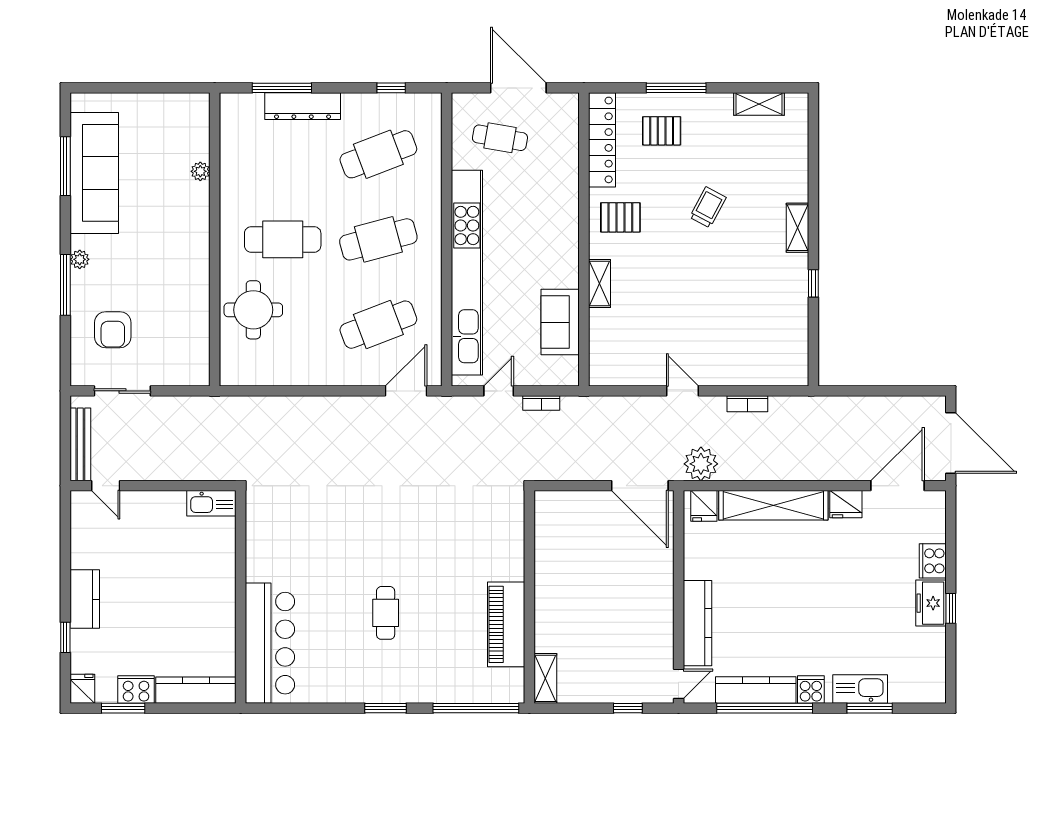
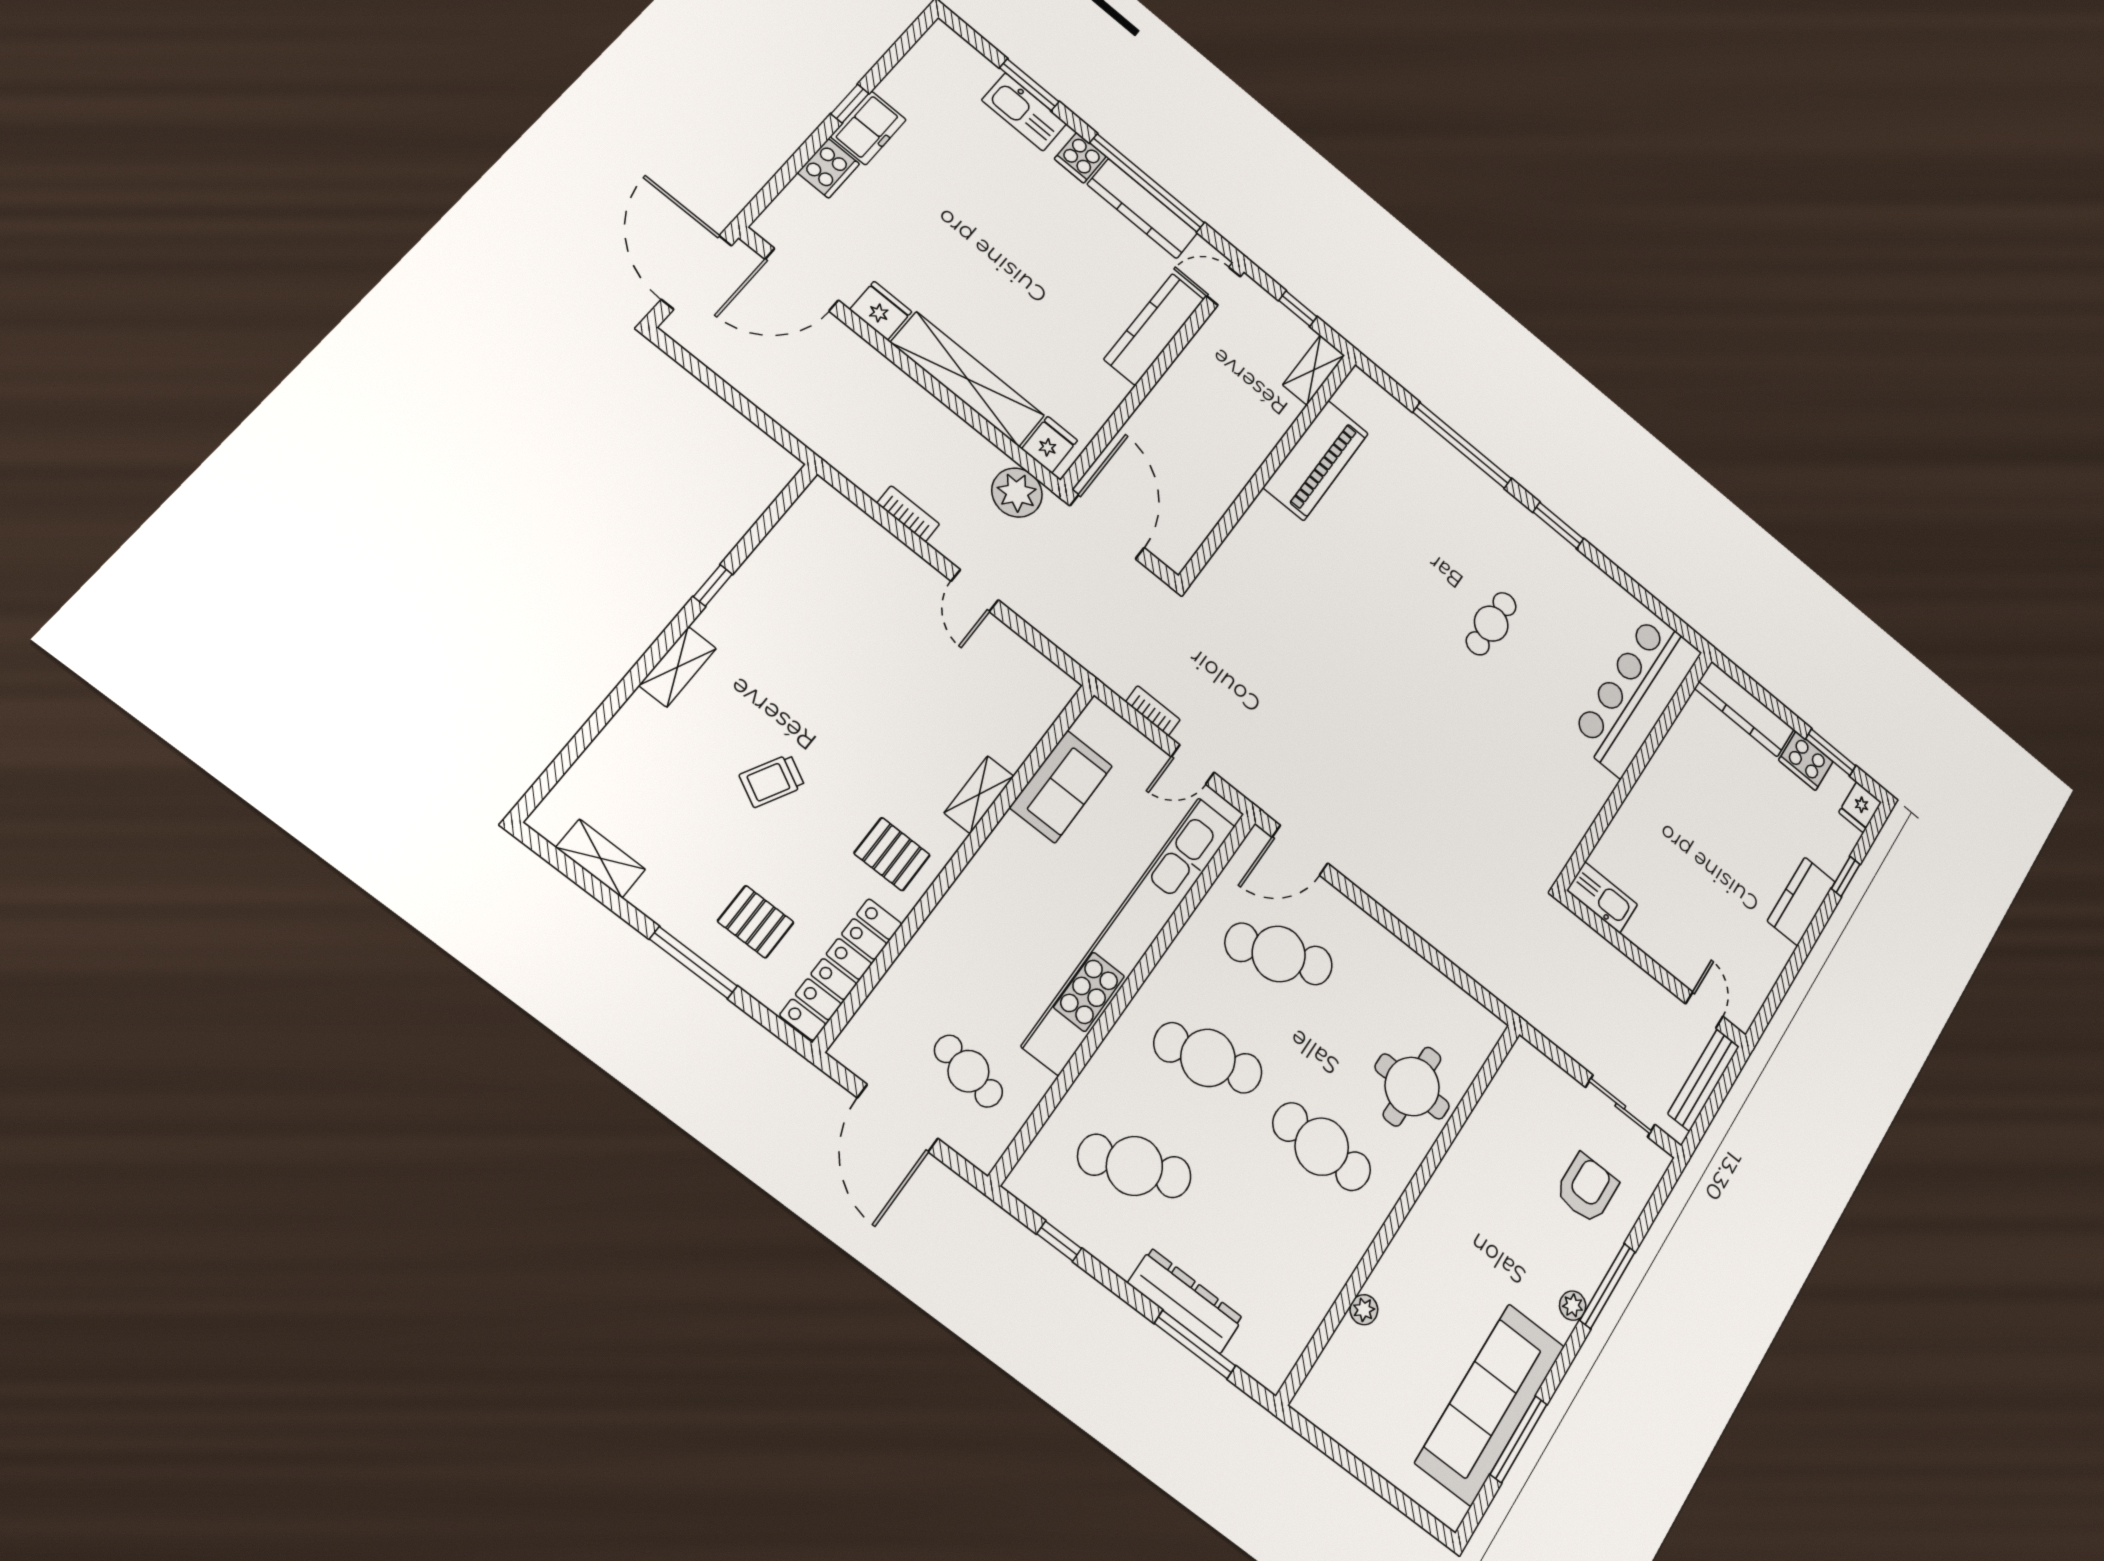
wall: (529, 597) -> (1269, 468), moved
piano: (506, 624) -> (1316, 460), moved
shelving: (545, 678) -> (1314, 370), moved

